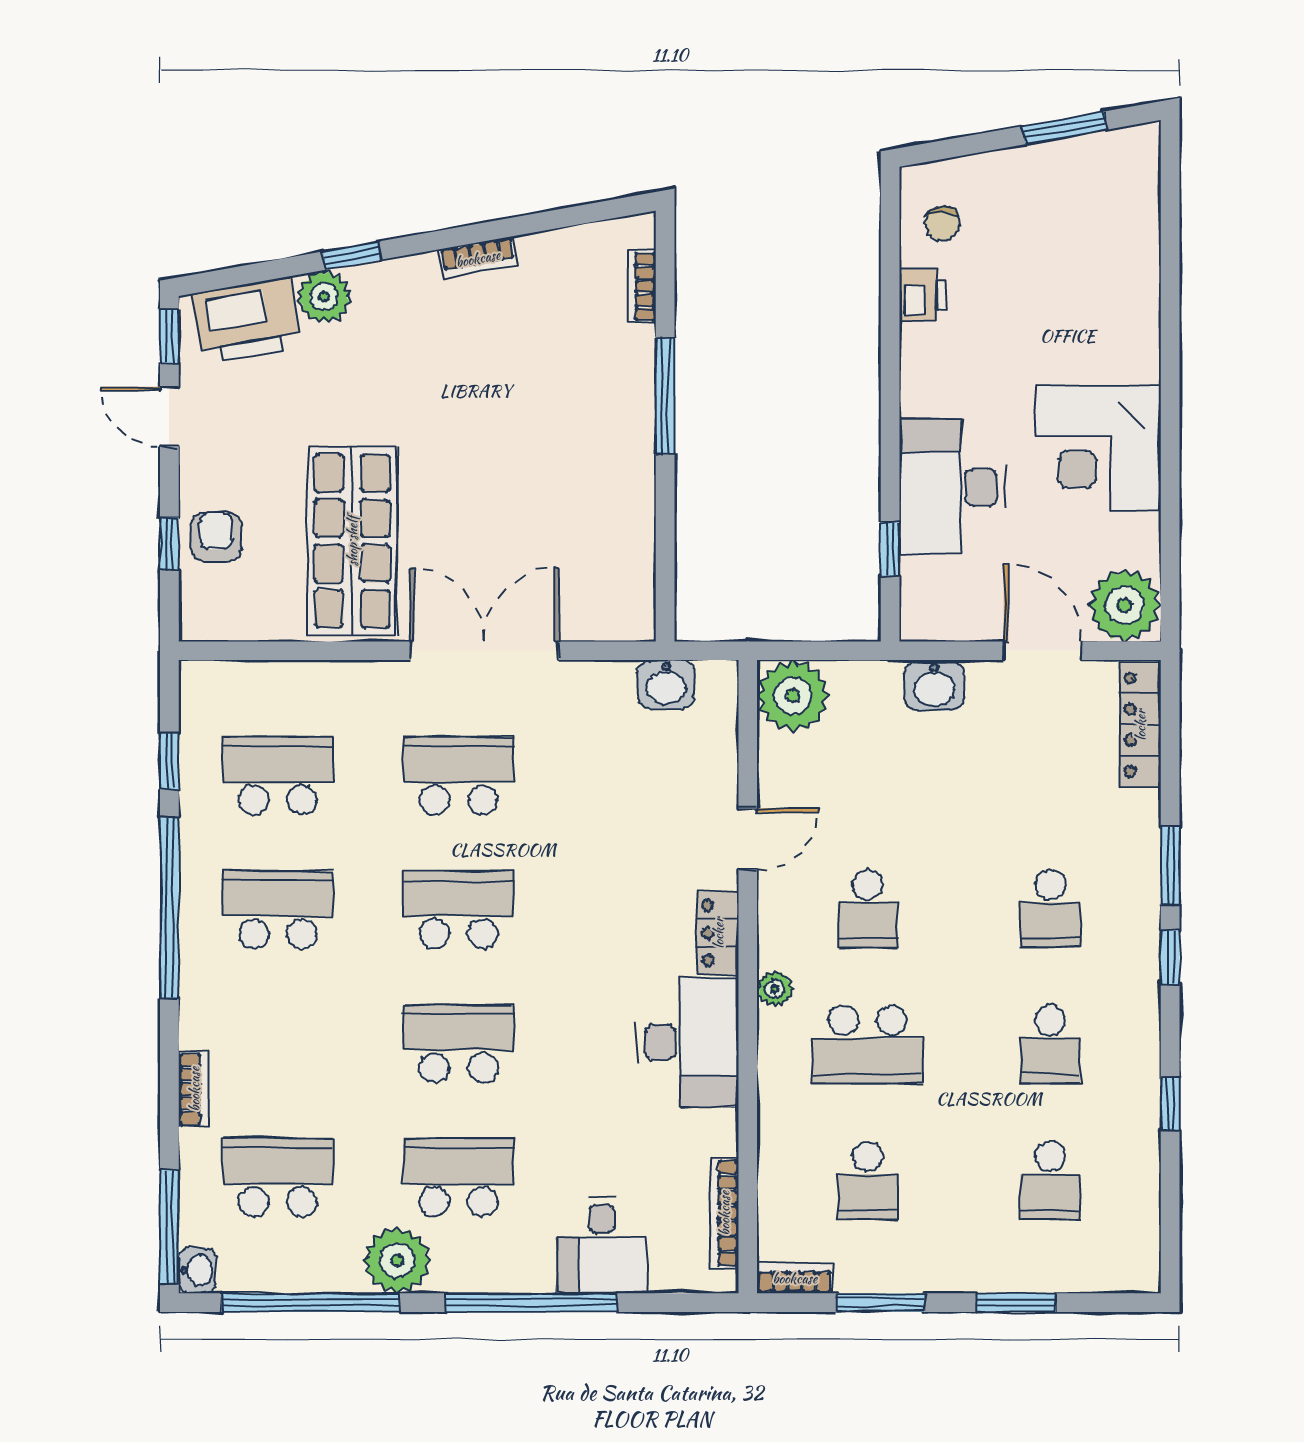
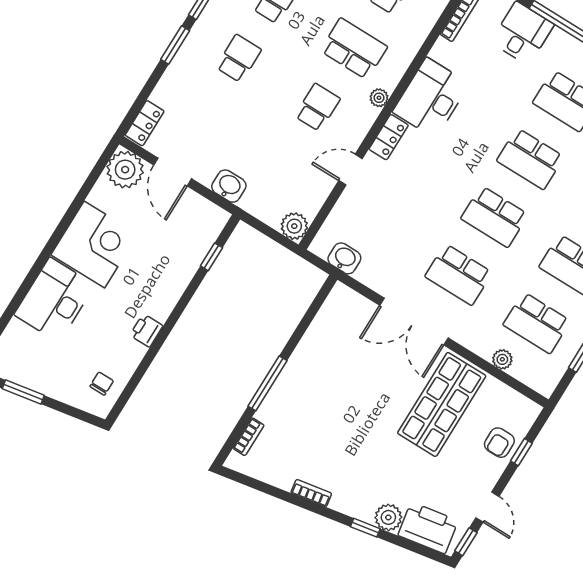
printer: (923, 295) -> (146, 330), moved
desk: (952, 487) -> (54, 300), moved, turned 180
plant: (297, 679) -> (502, 359), added
plant: (793, 696) -> (294, 226), width x0.73, depth x0.73
locker: (1140, 725) -> (145, 123), width x0.66

